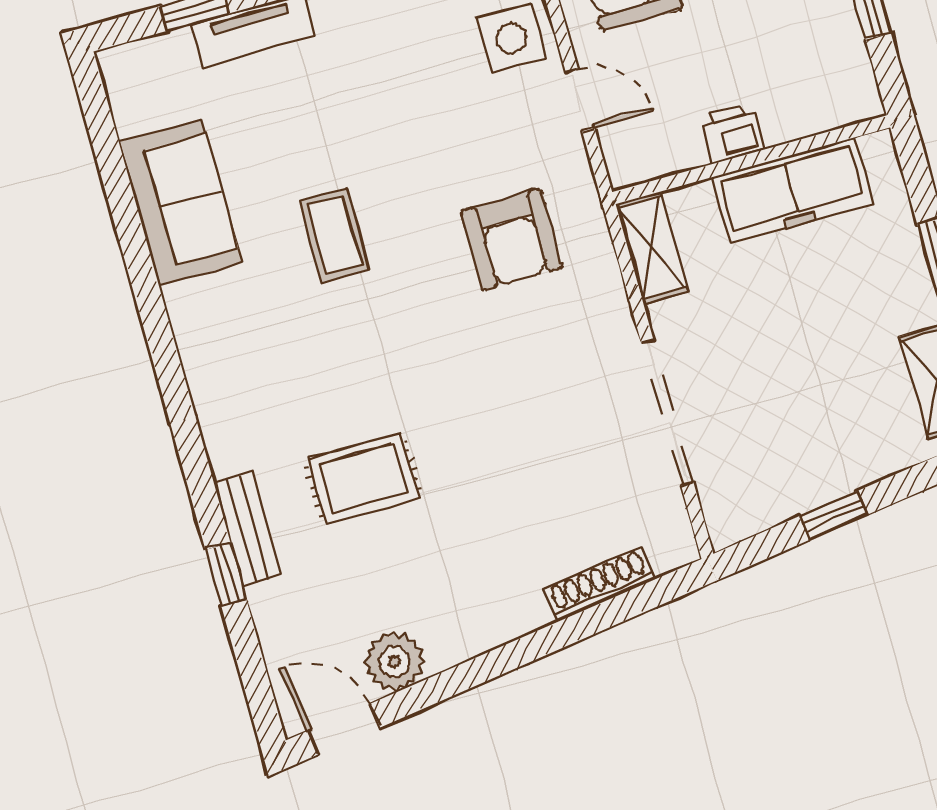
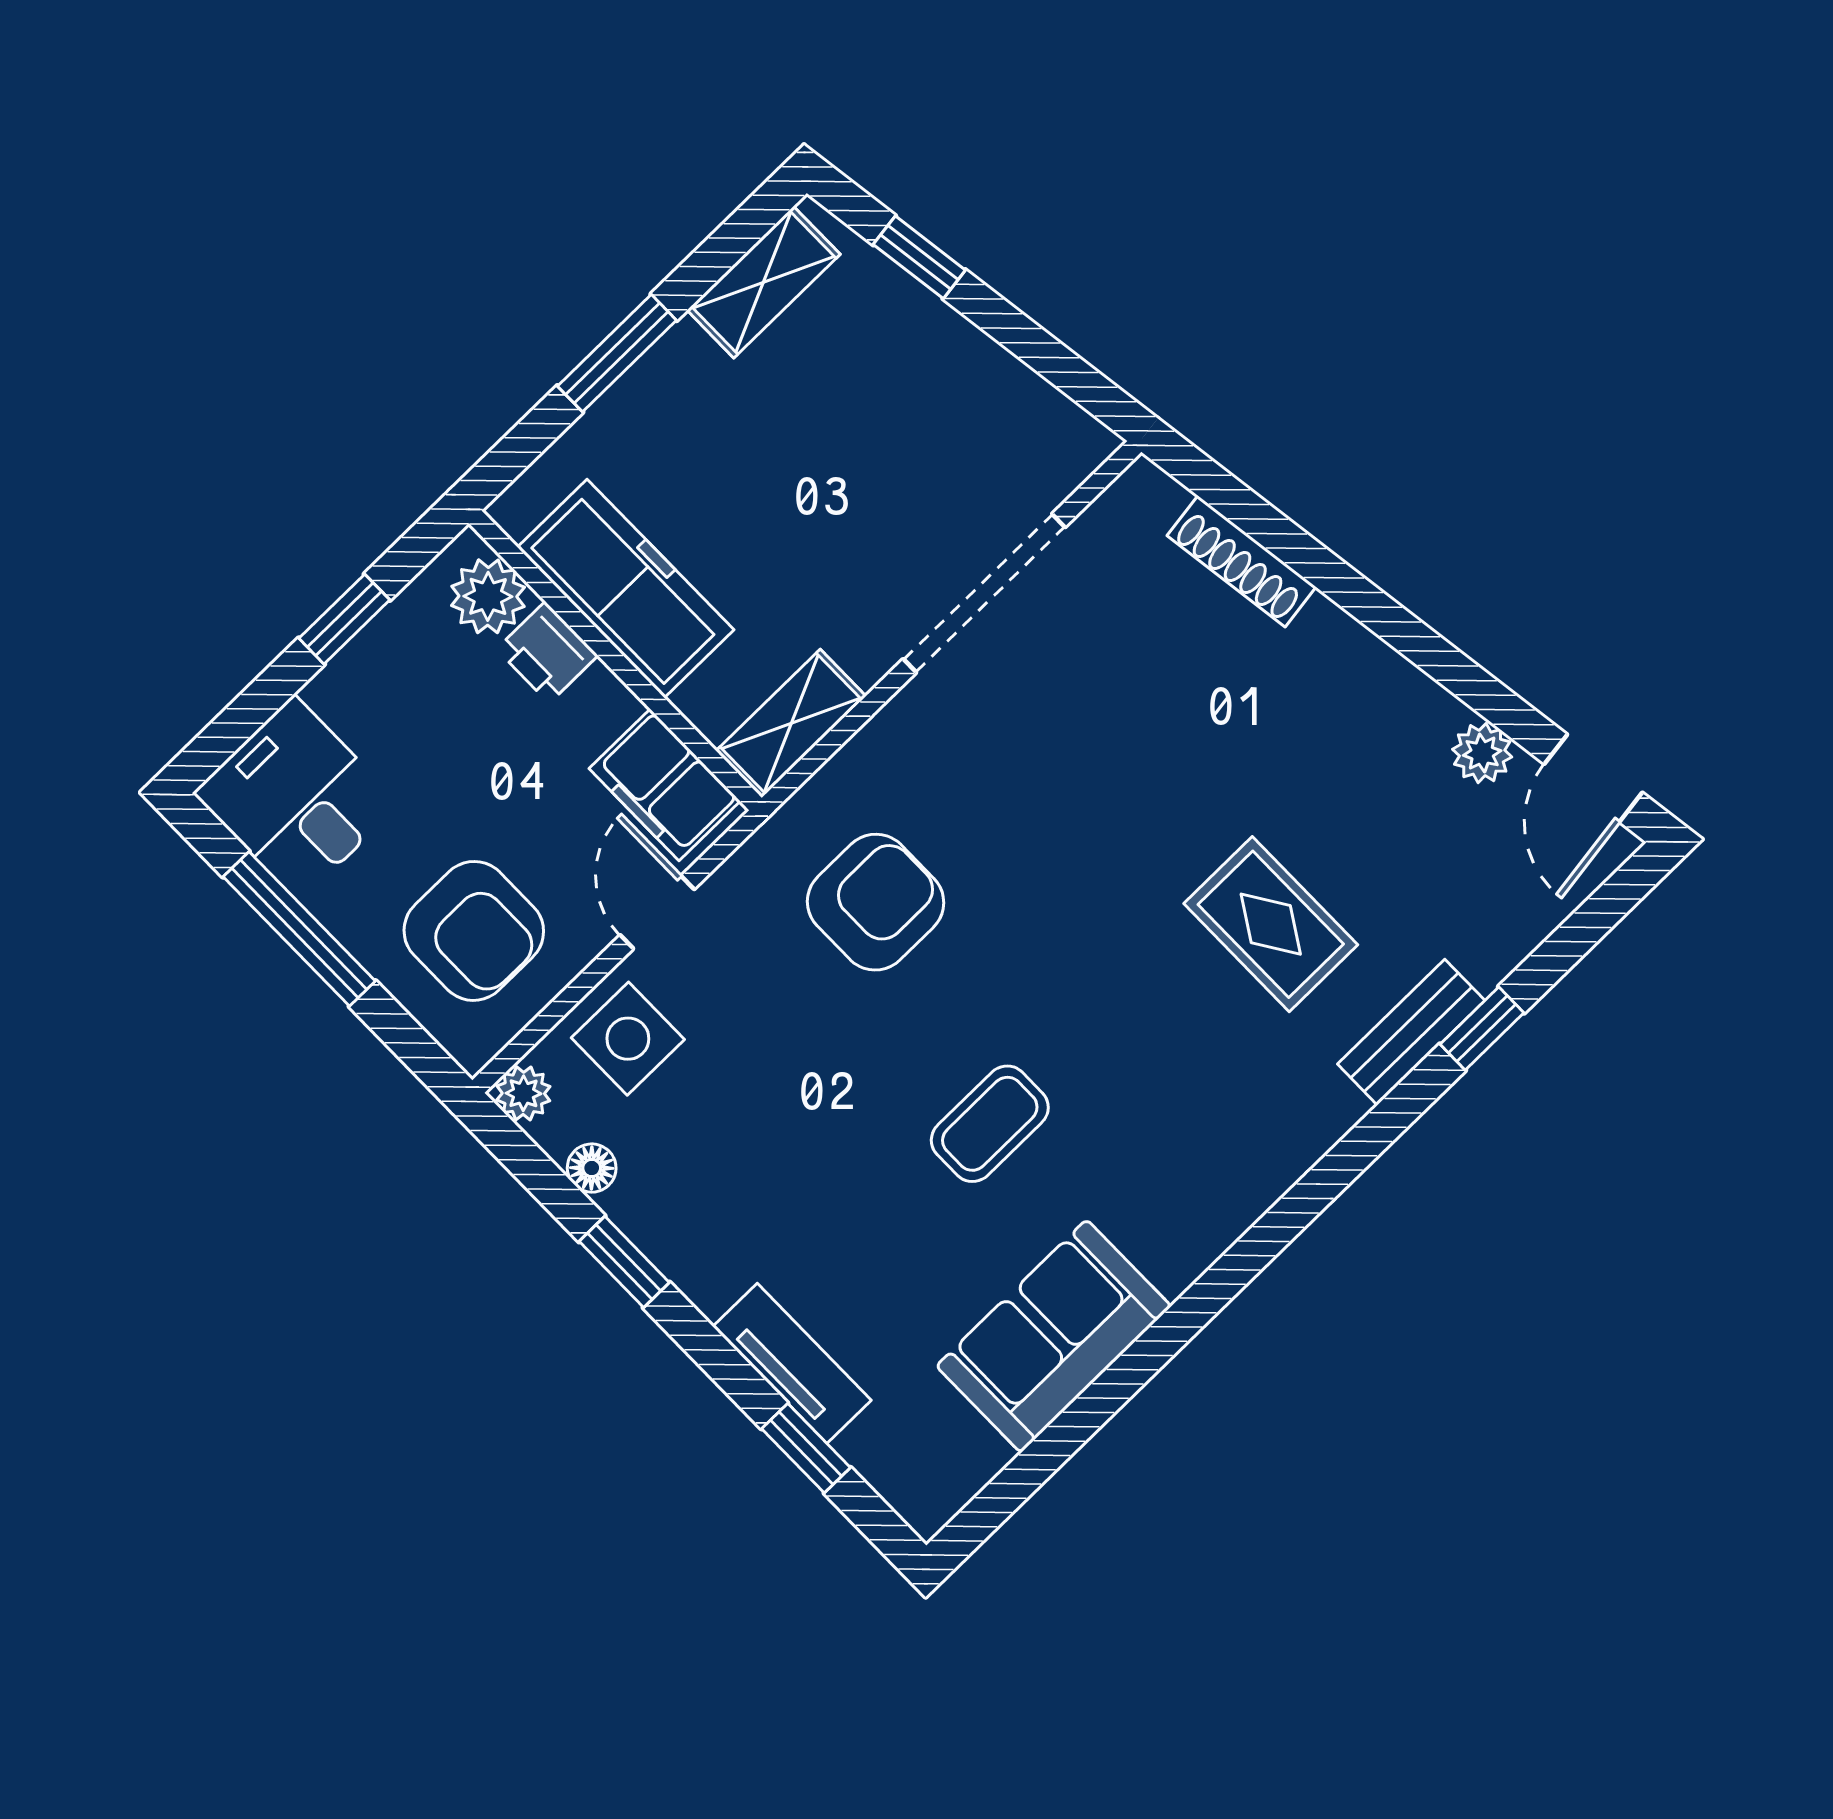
plant: (835, 102) -> (488, 596), added
printer: (732, 133) -> (547, 652), moved
filing cabinet: (657, 148) -> (665, 785), added
window: (833, 515) -> (919, 257), moved
plant: (394, 661) -> (1482, 753), width x0.73, depth x0.73

